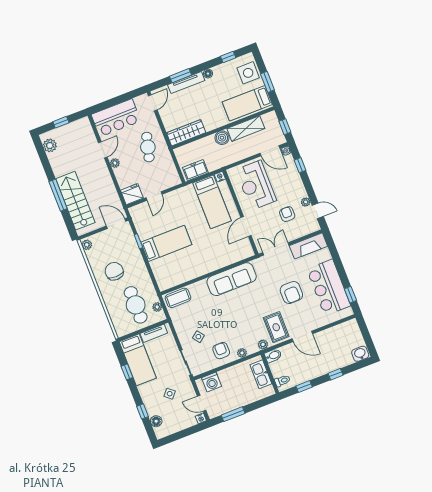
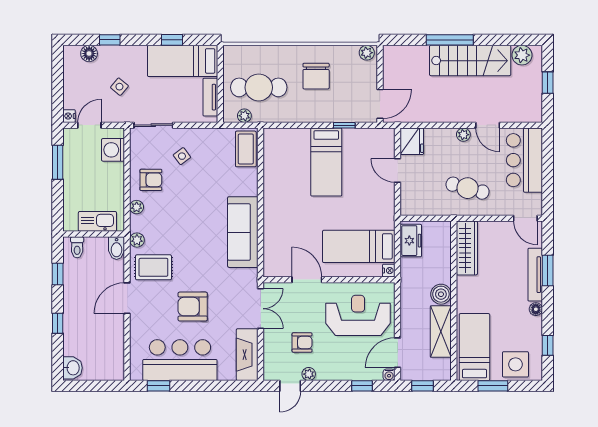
stairs: (75, 201) -> (470, 61), moved
chair: (114, 271) -> (316, 76), turned 90

